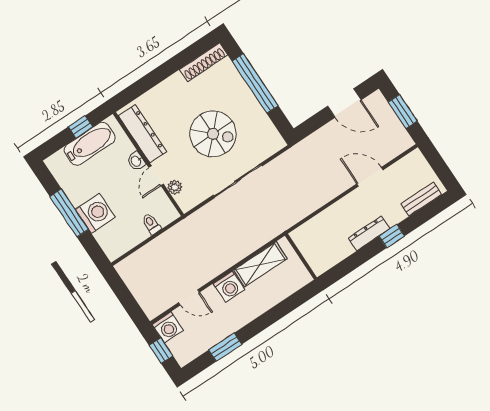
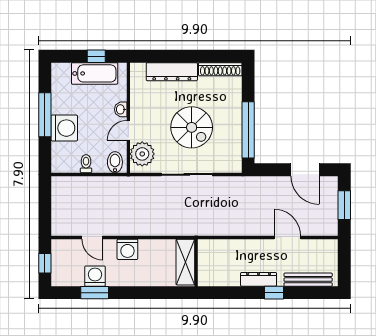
window: (255, 83) -> (248, 130), moved
dresser: (142, 134) -> (172, 72), moved, turned 90
plant: (175, 187) -> (142, 154), width x1.88, depth x1.88
bench: (421, 199) -> (308, 280), width x1.36
bidet: (164, 214) -> (115, 162), added
toilet: (151, 224) -> (86, 164), moved
shelving: (260, 264) -> (185, 262), moved, turned 90
washing machine: (168, 327) -> (95, 276), moved, turned 180

